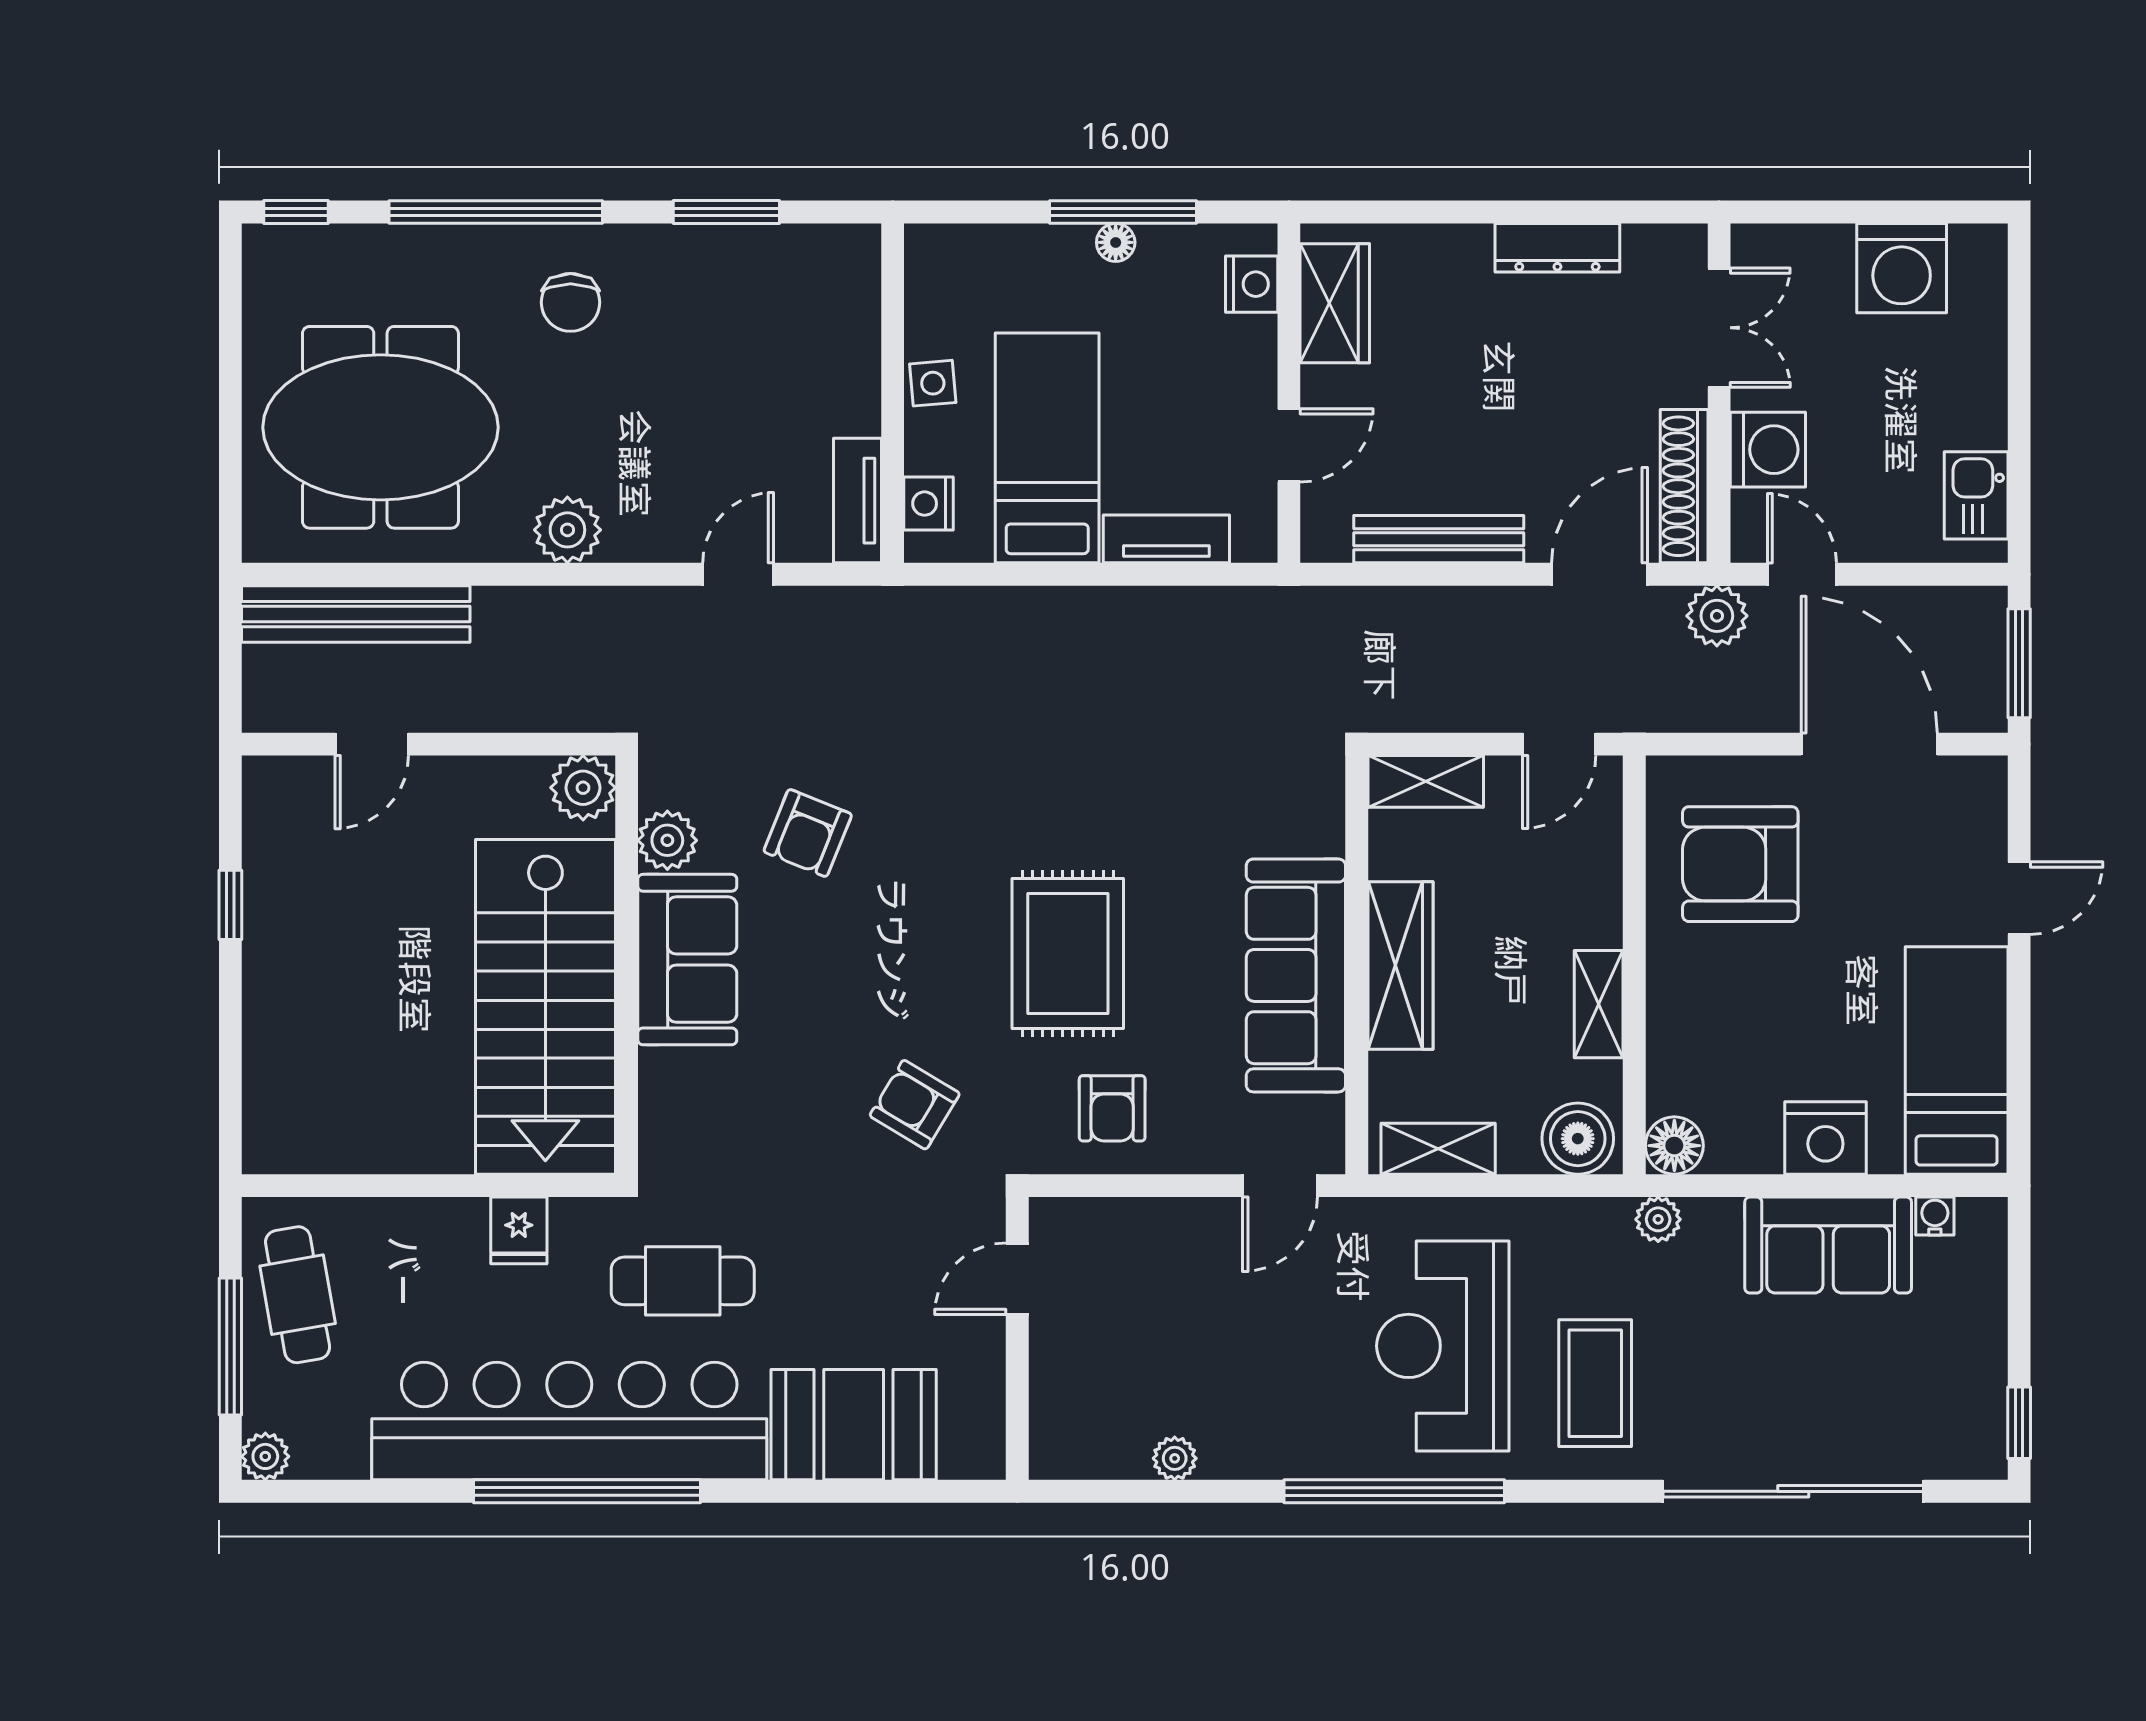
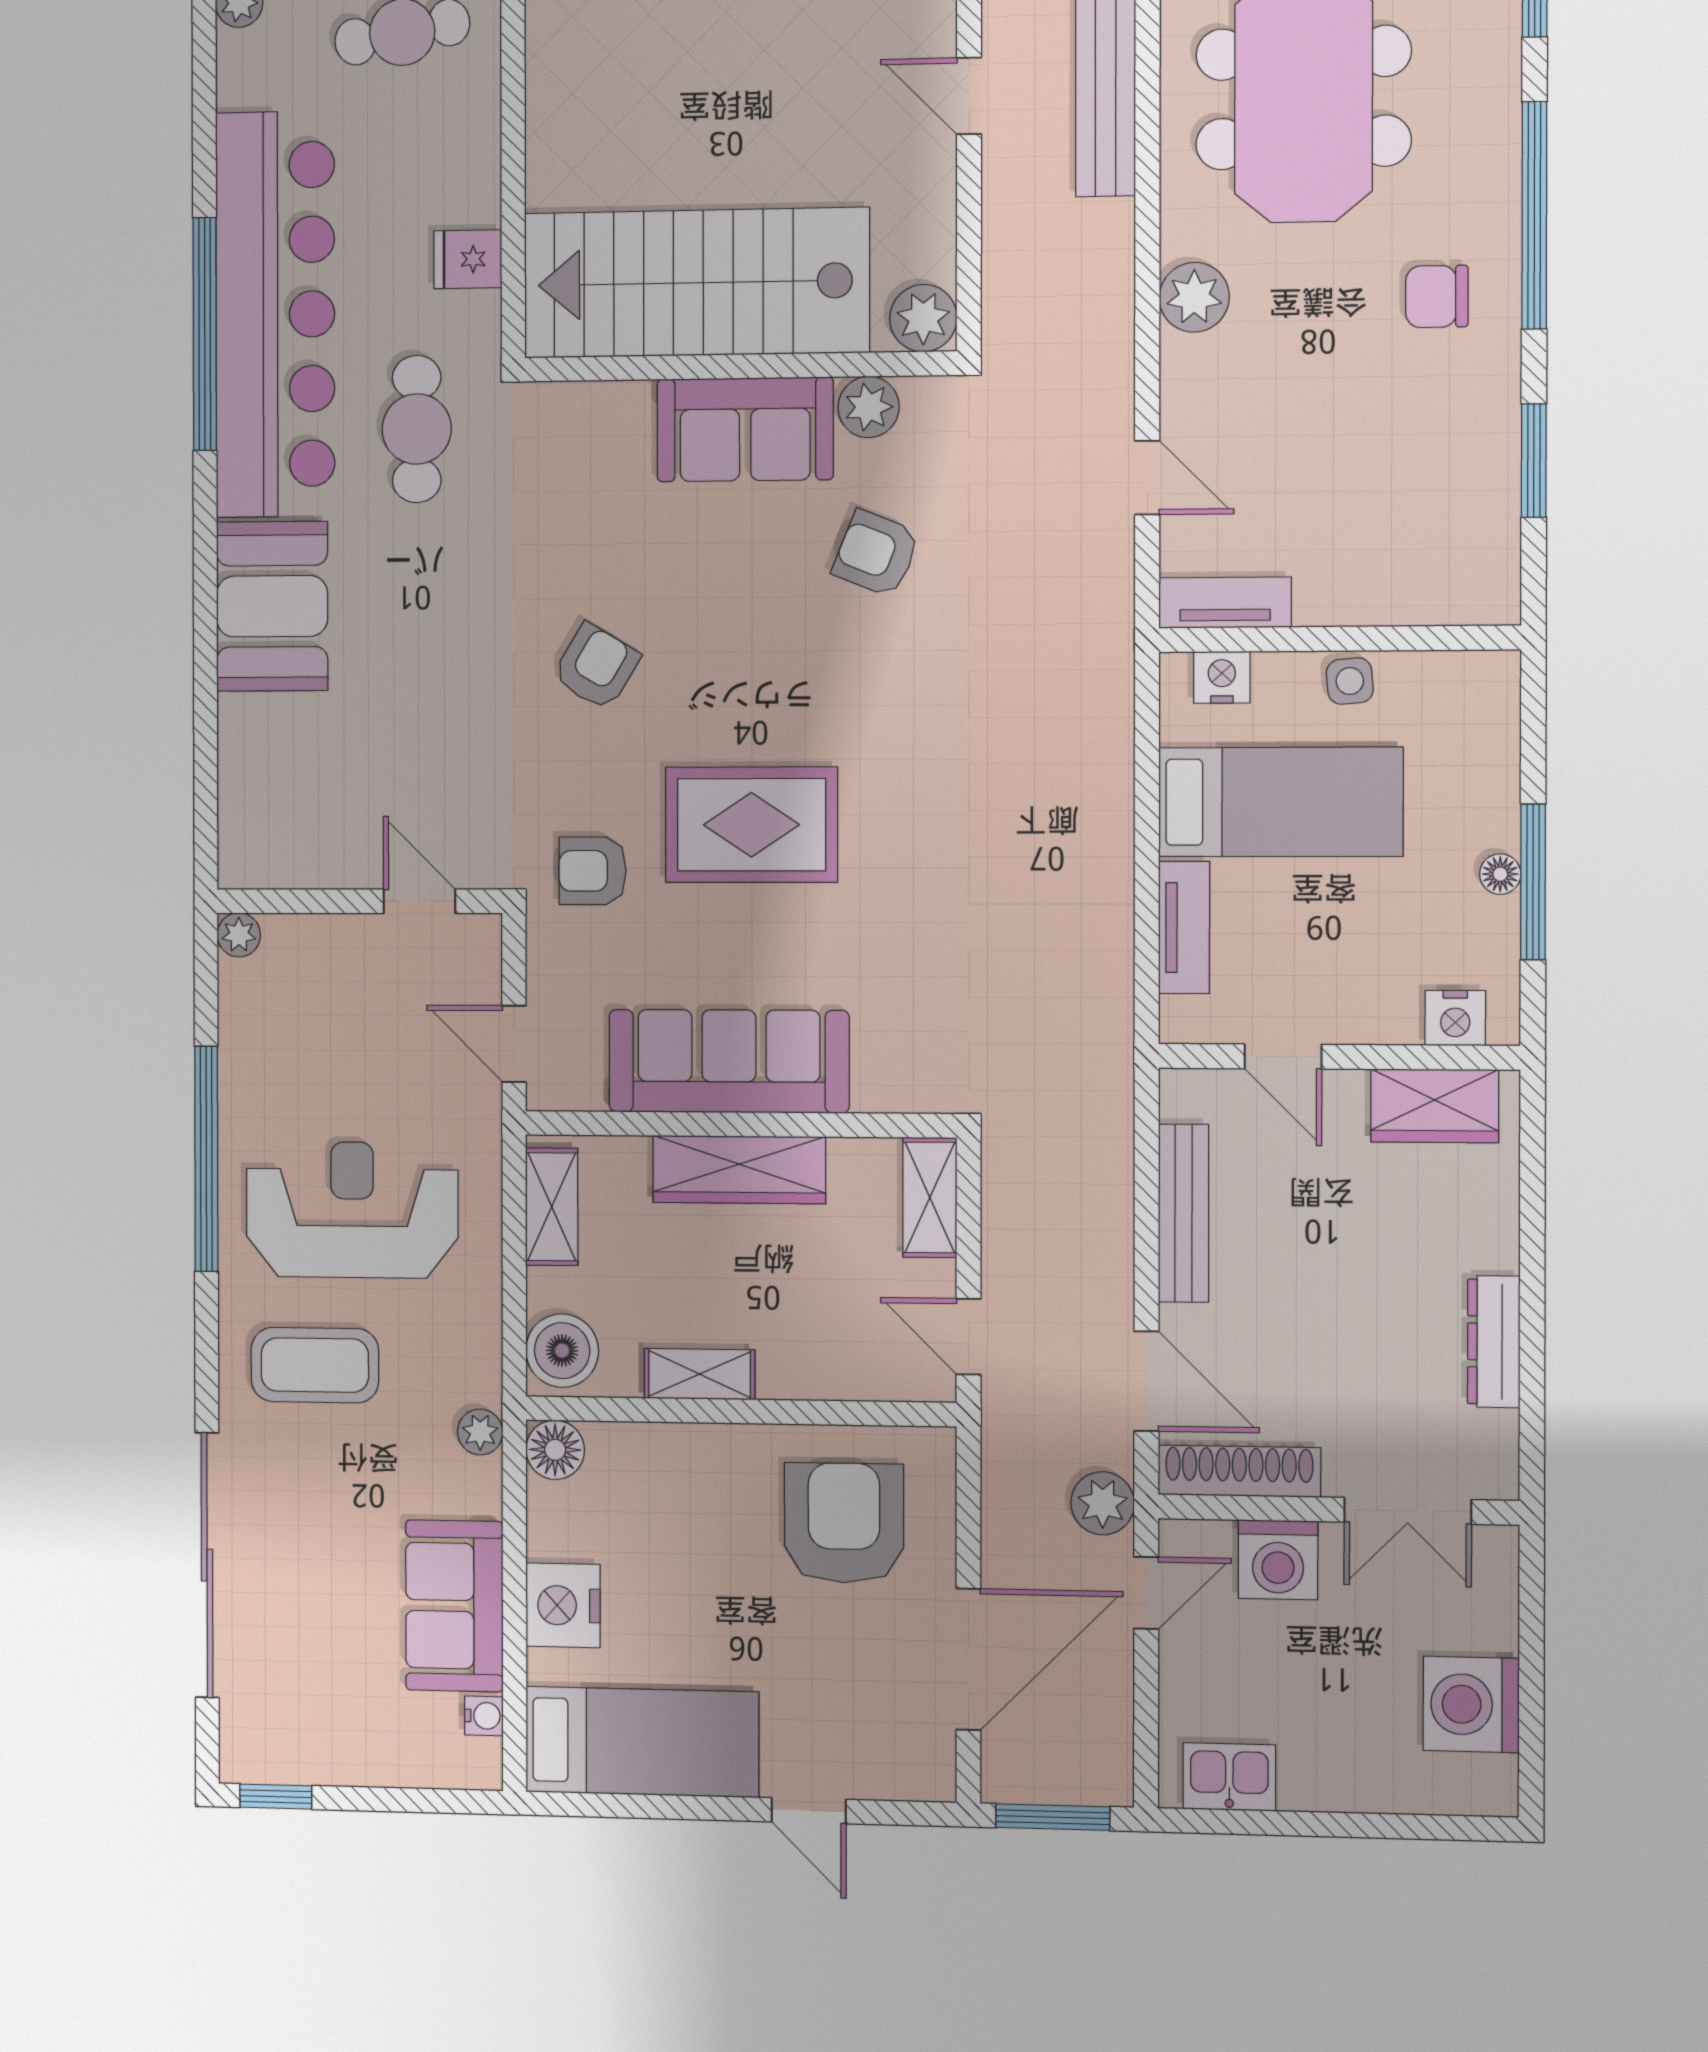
door: (1017, 1279) -> (419, 901), moved
wall: (1017, 1338) -> (359, 901), moved

